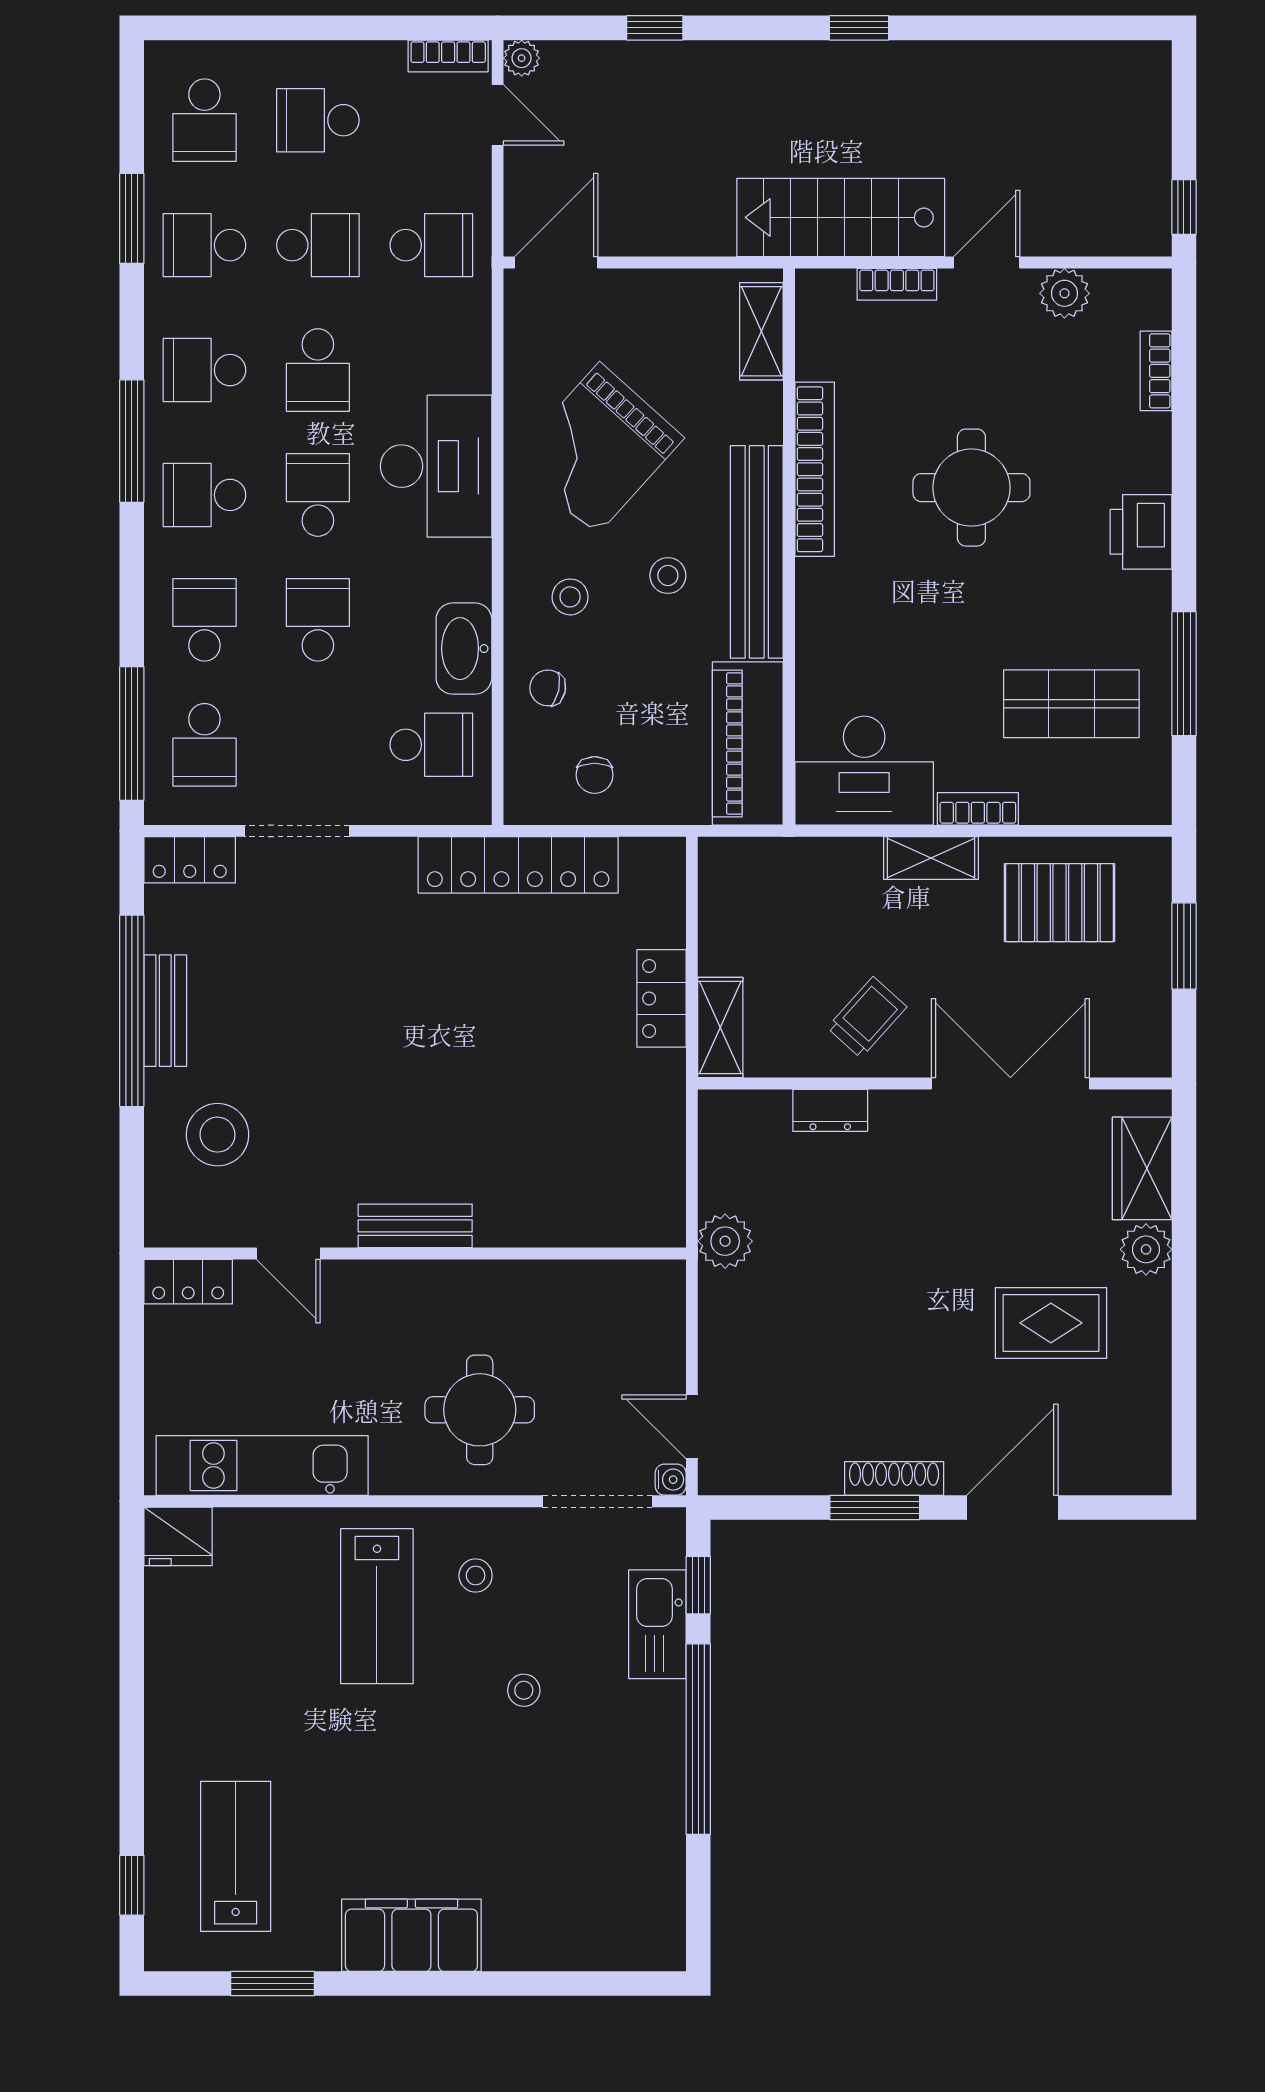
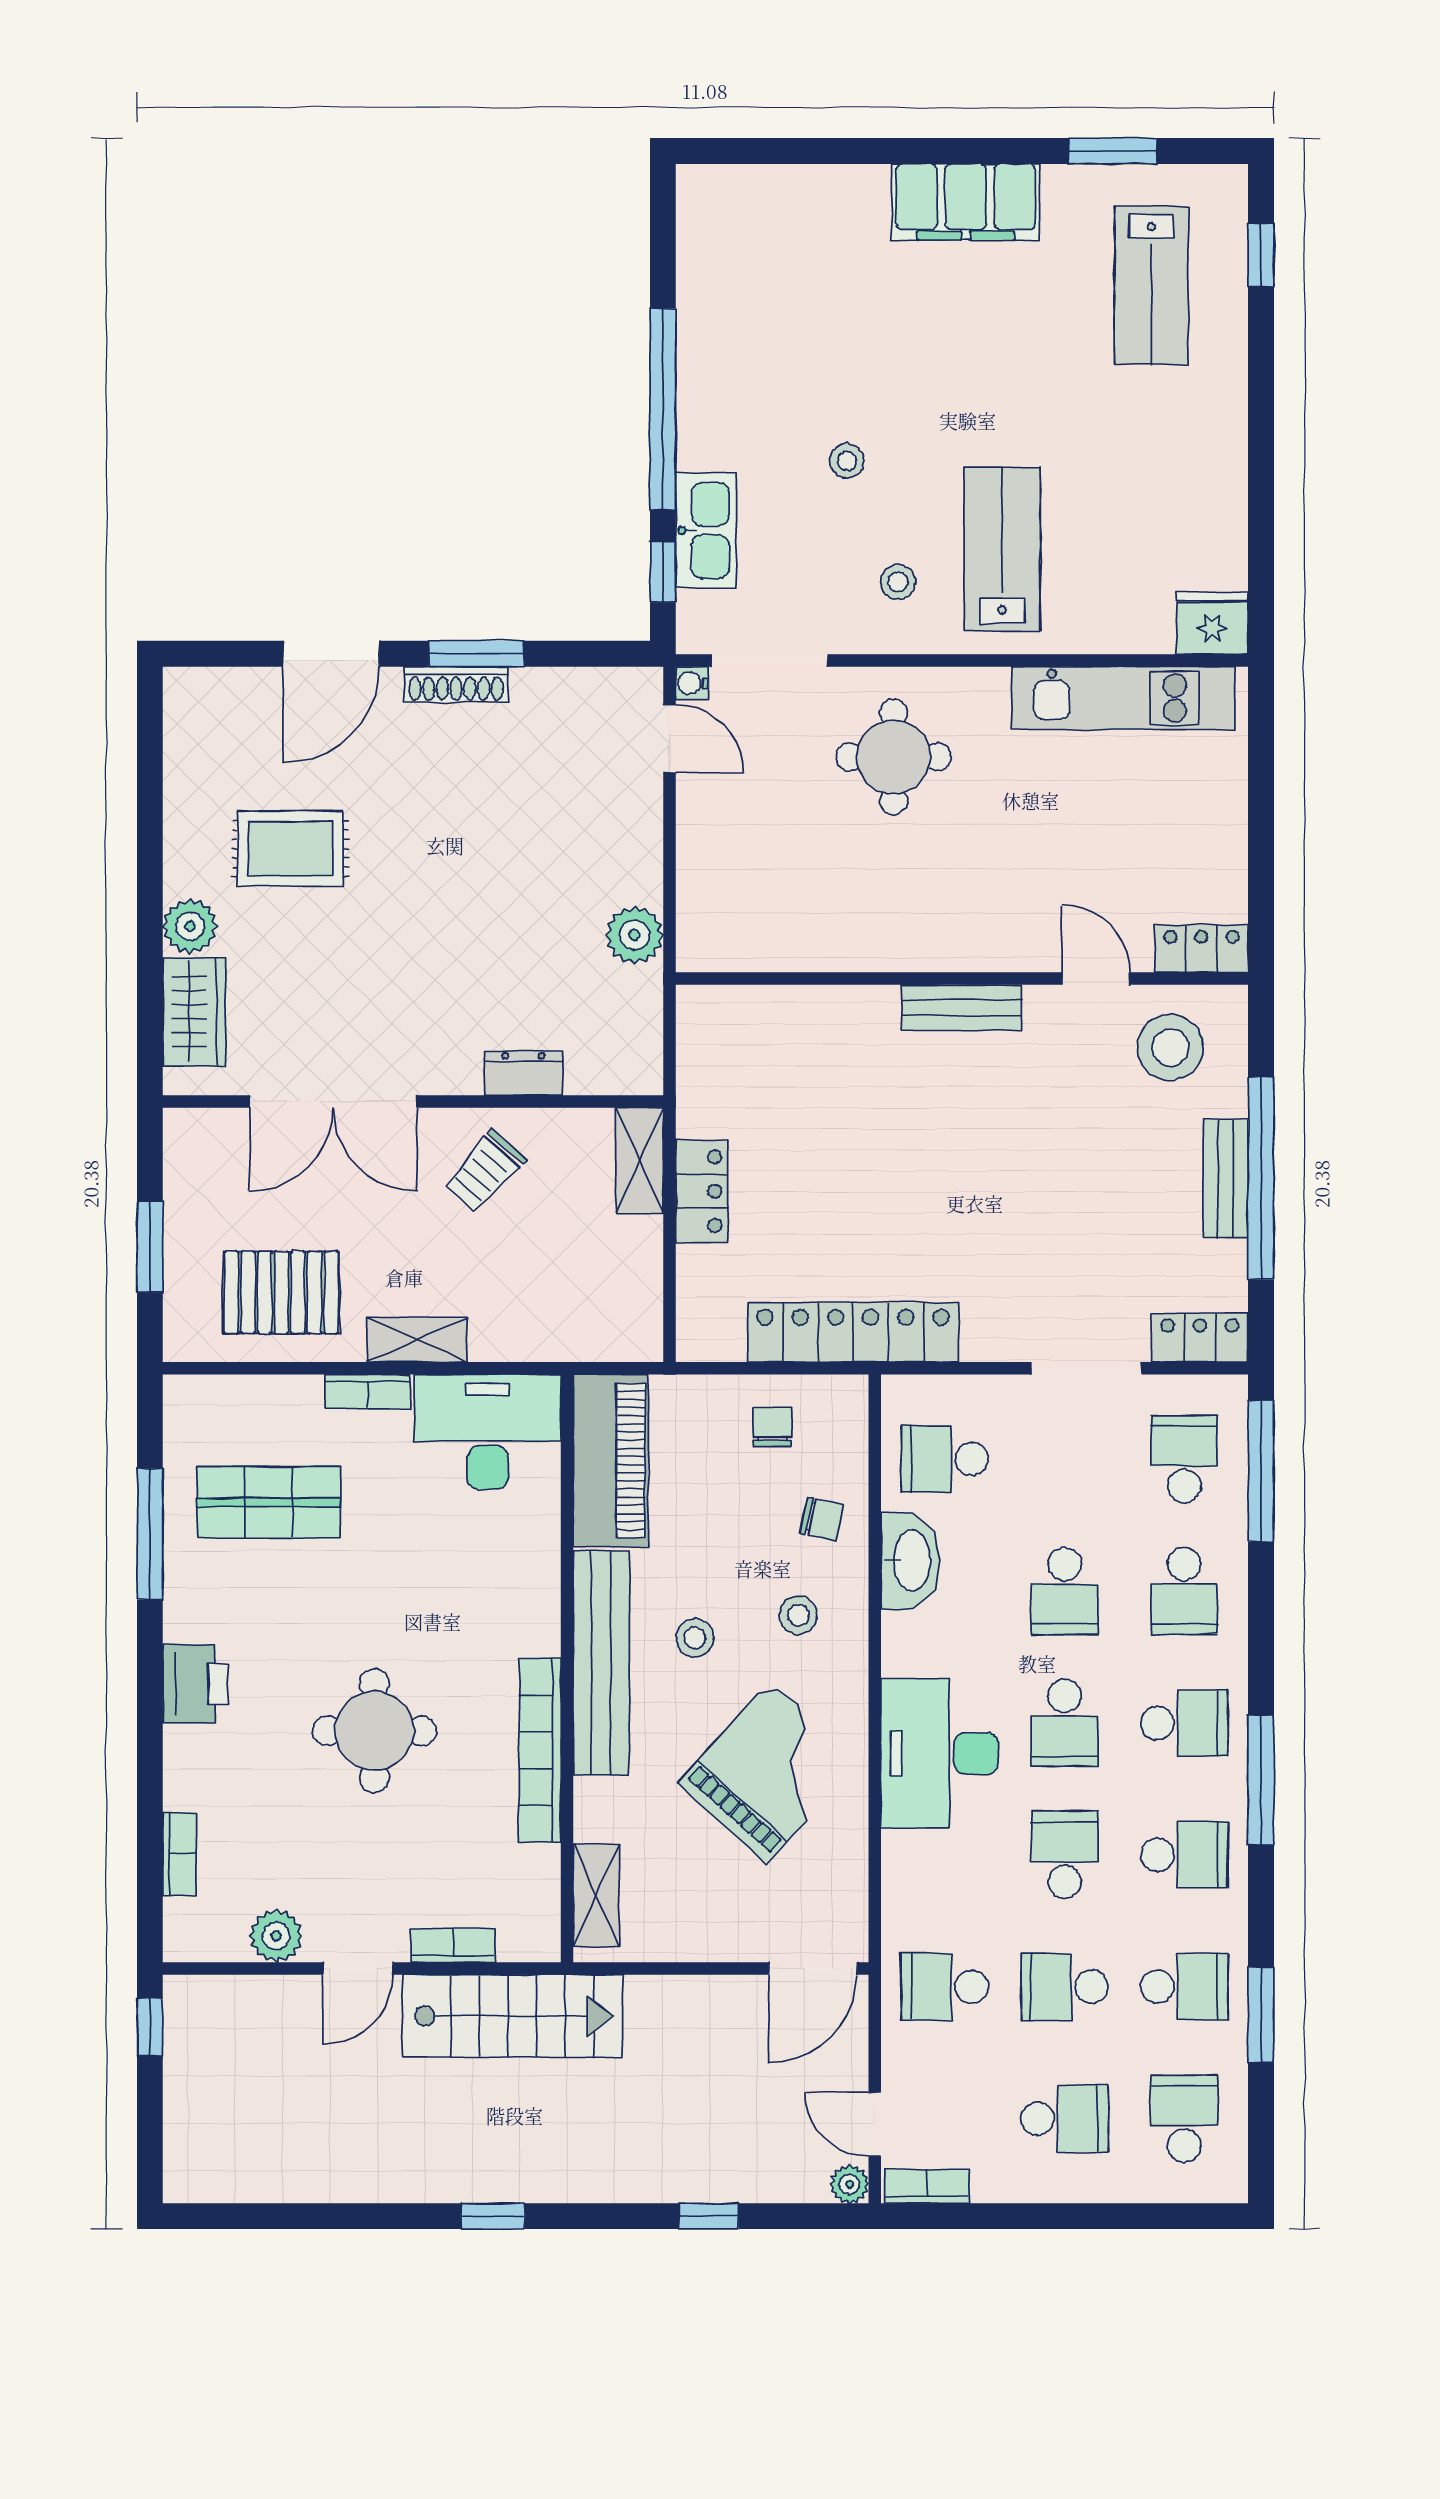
bench: (415, 1226) -> (962, 1008), moved
door: (288, 1253) -> (1096, 978), moved
wall: (415, 1253) -> (962, 978), moved
locker: (188, 1282) -> (1201, 949), moved

